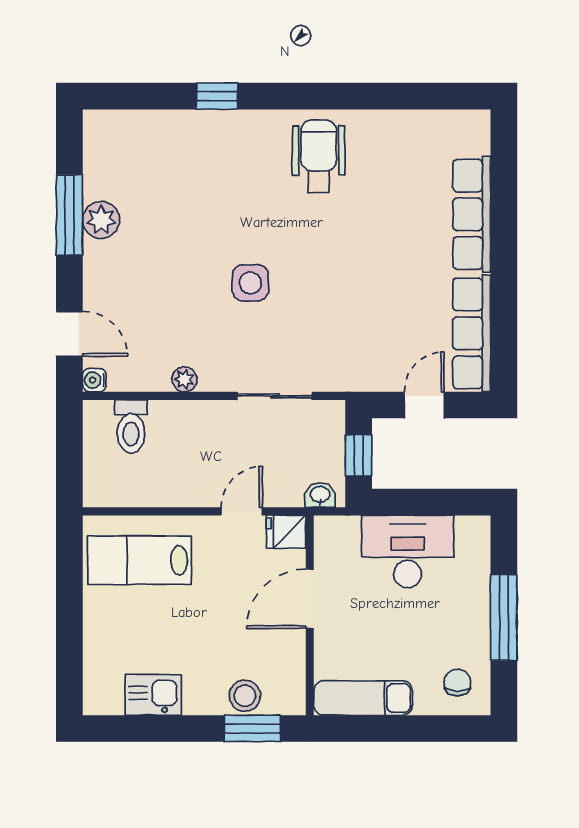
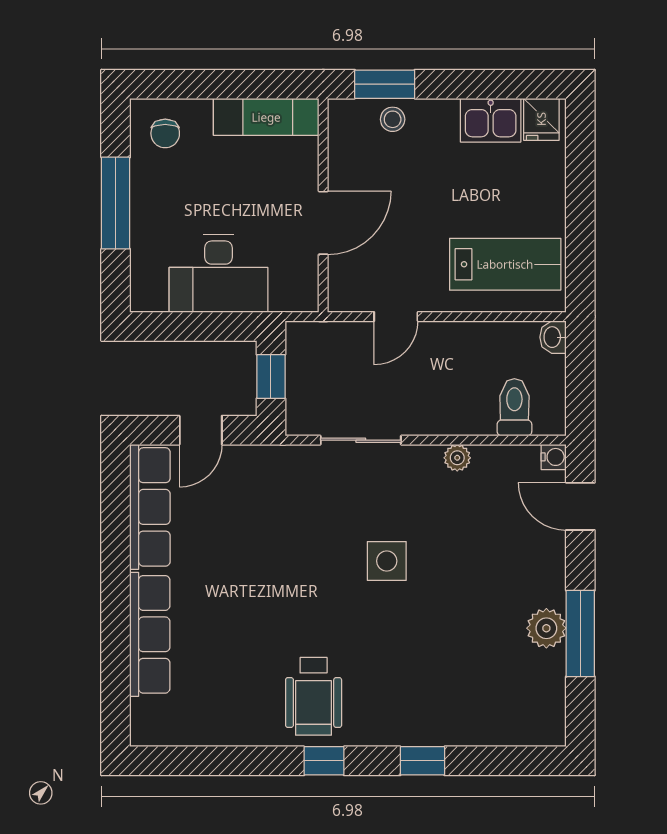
window: (309, 96) -> (324, 761), added
washbasin: (320, 495) -> (553, 337), moved, turned 90
fridge: (286, 532) -> (541, 119), moved, turned 90
stool: (245, 696) -> (393, 119), width x0.73, depth x0.73

